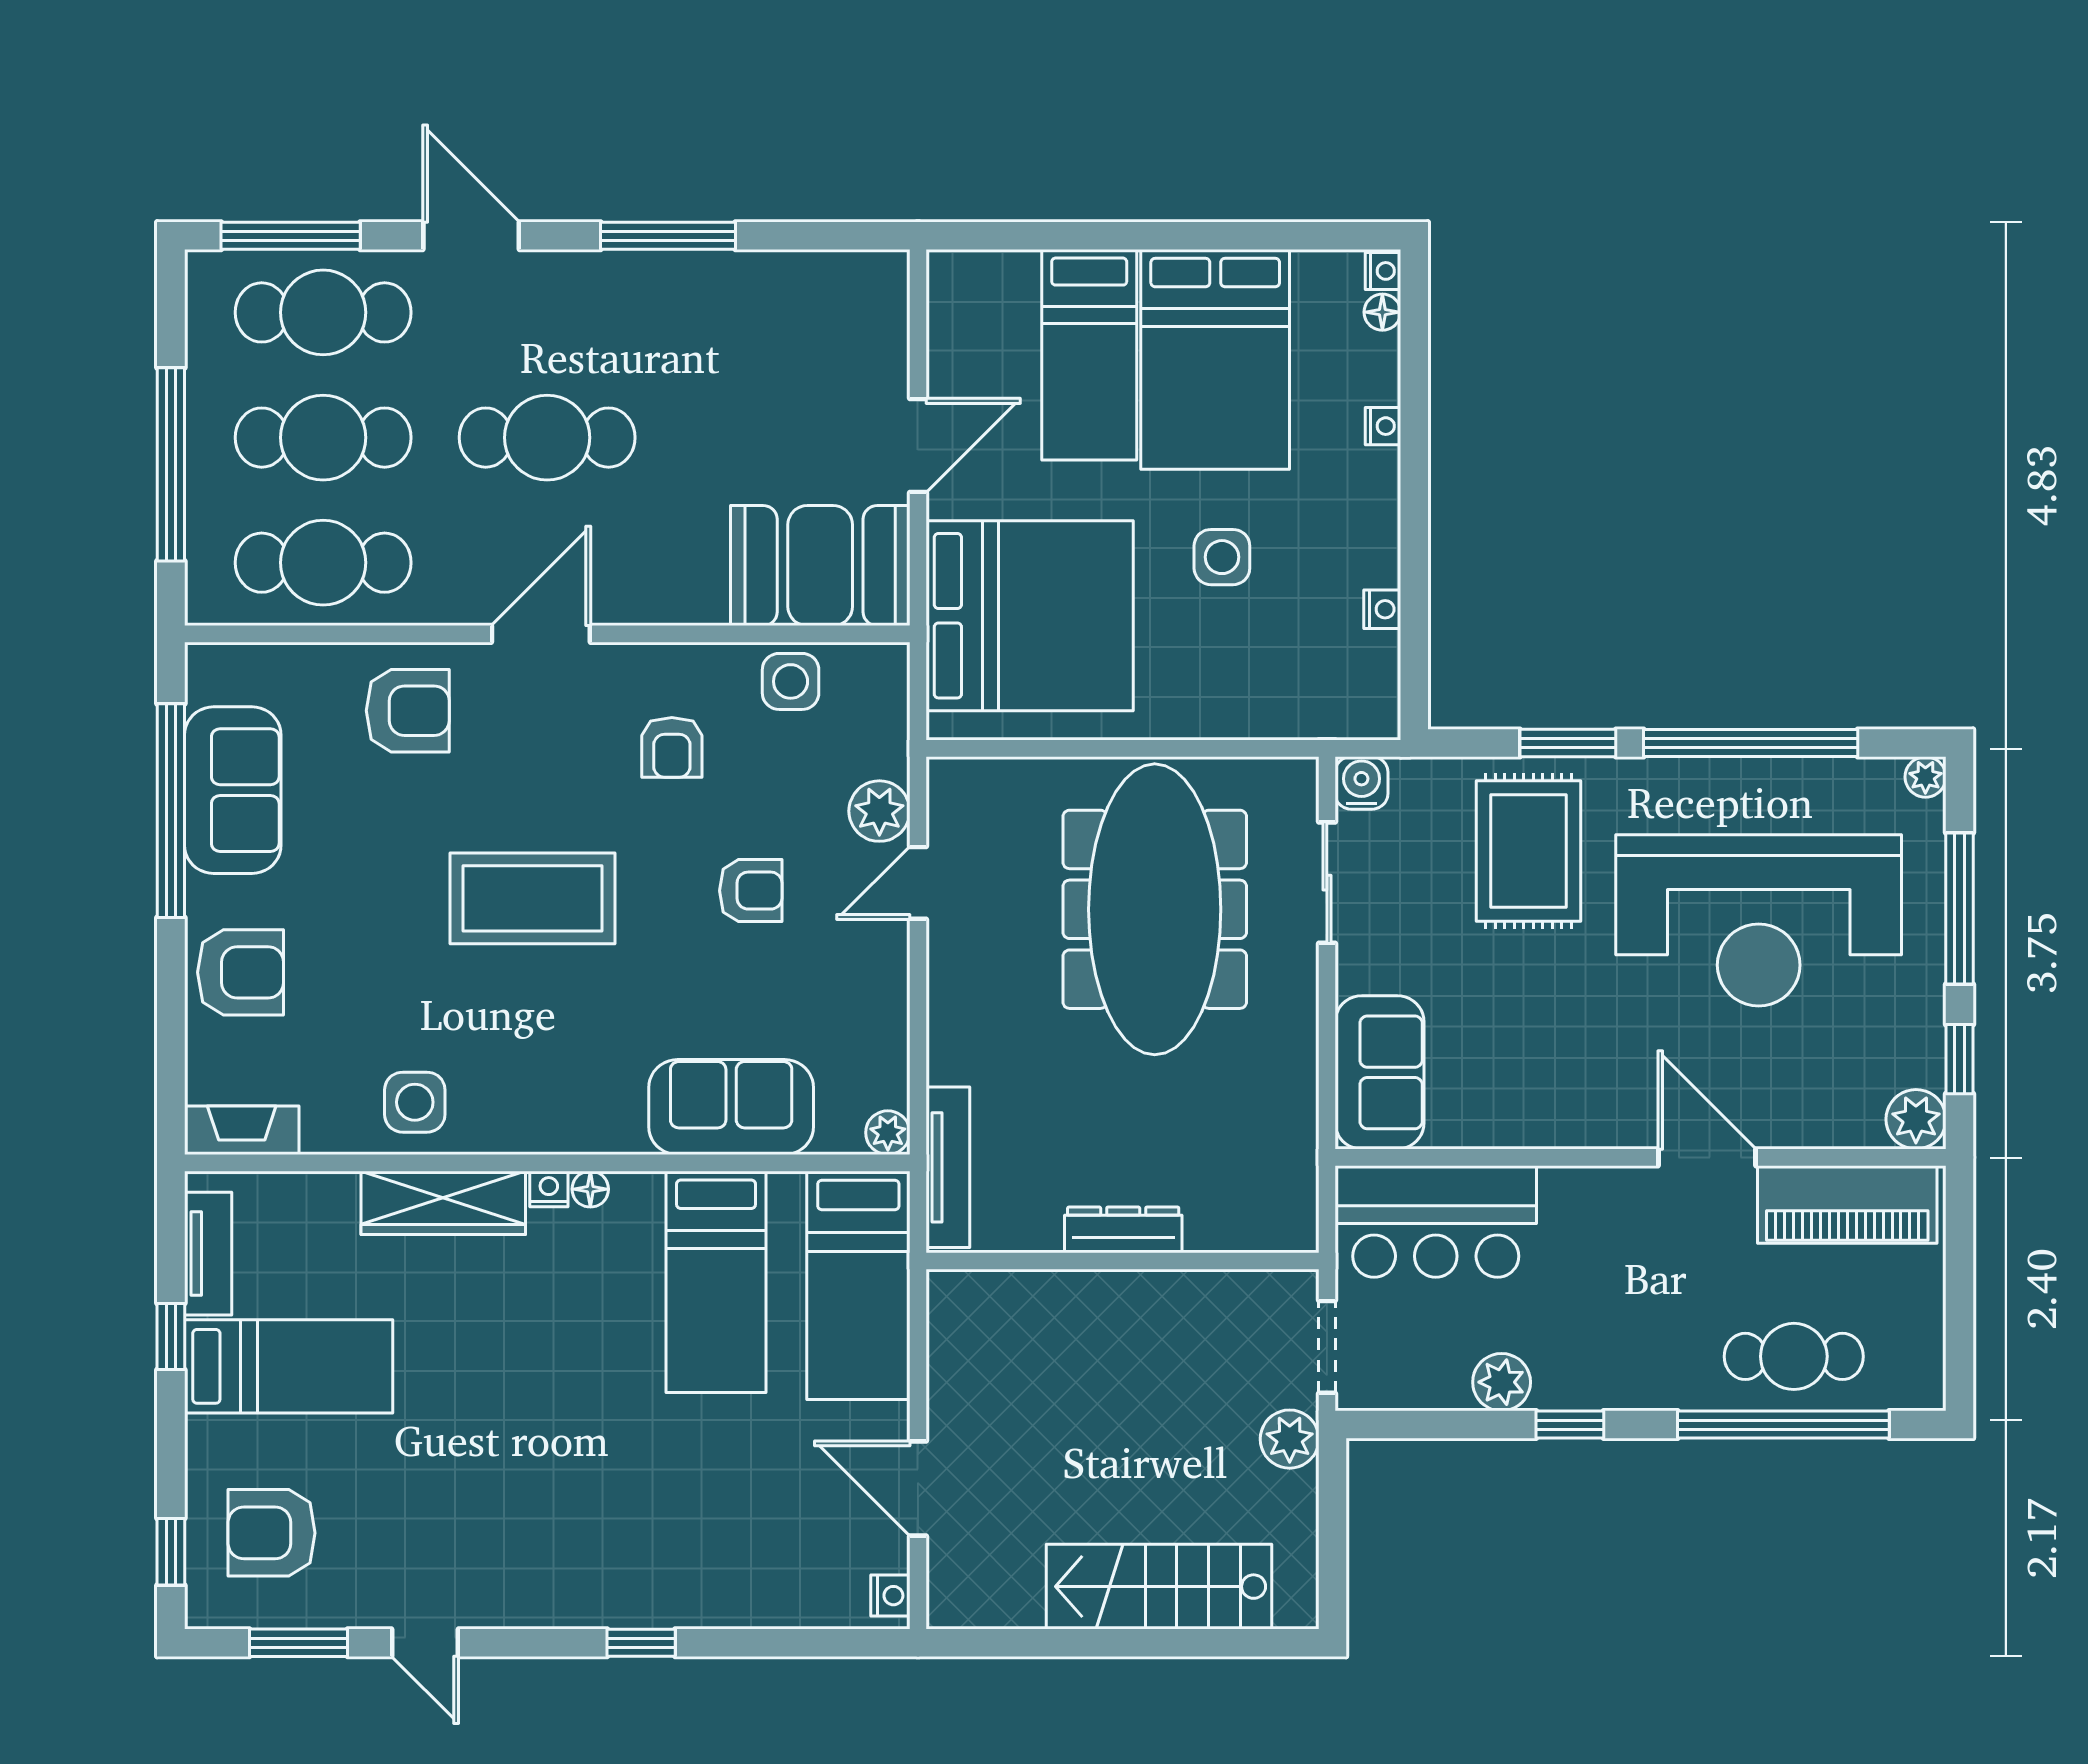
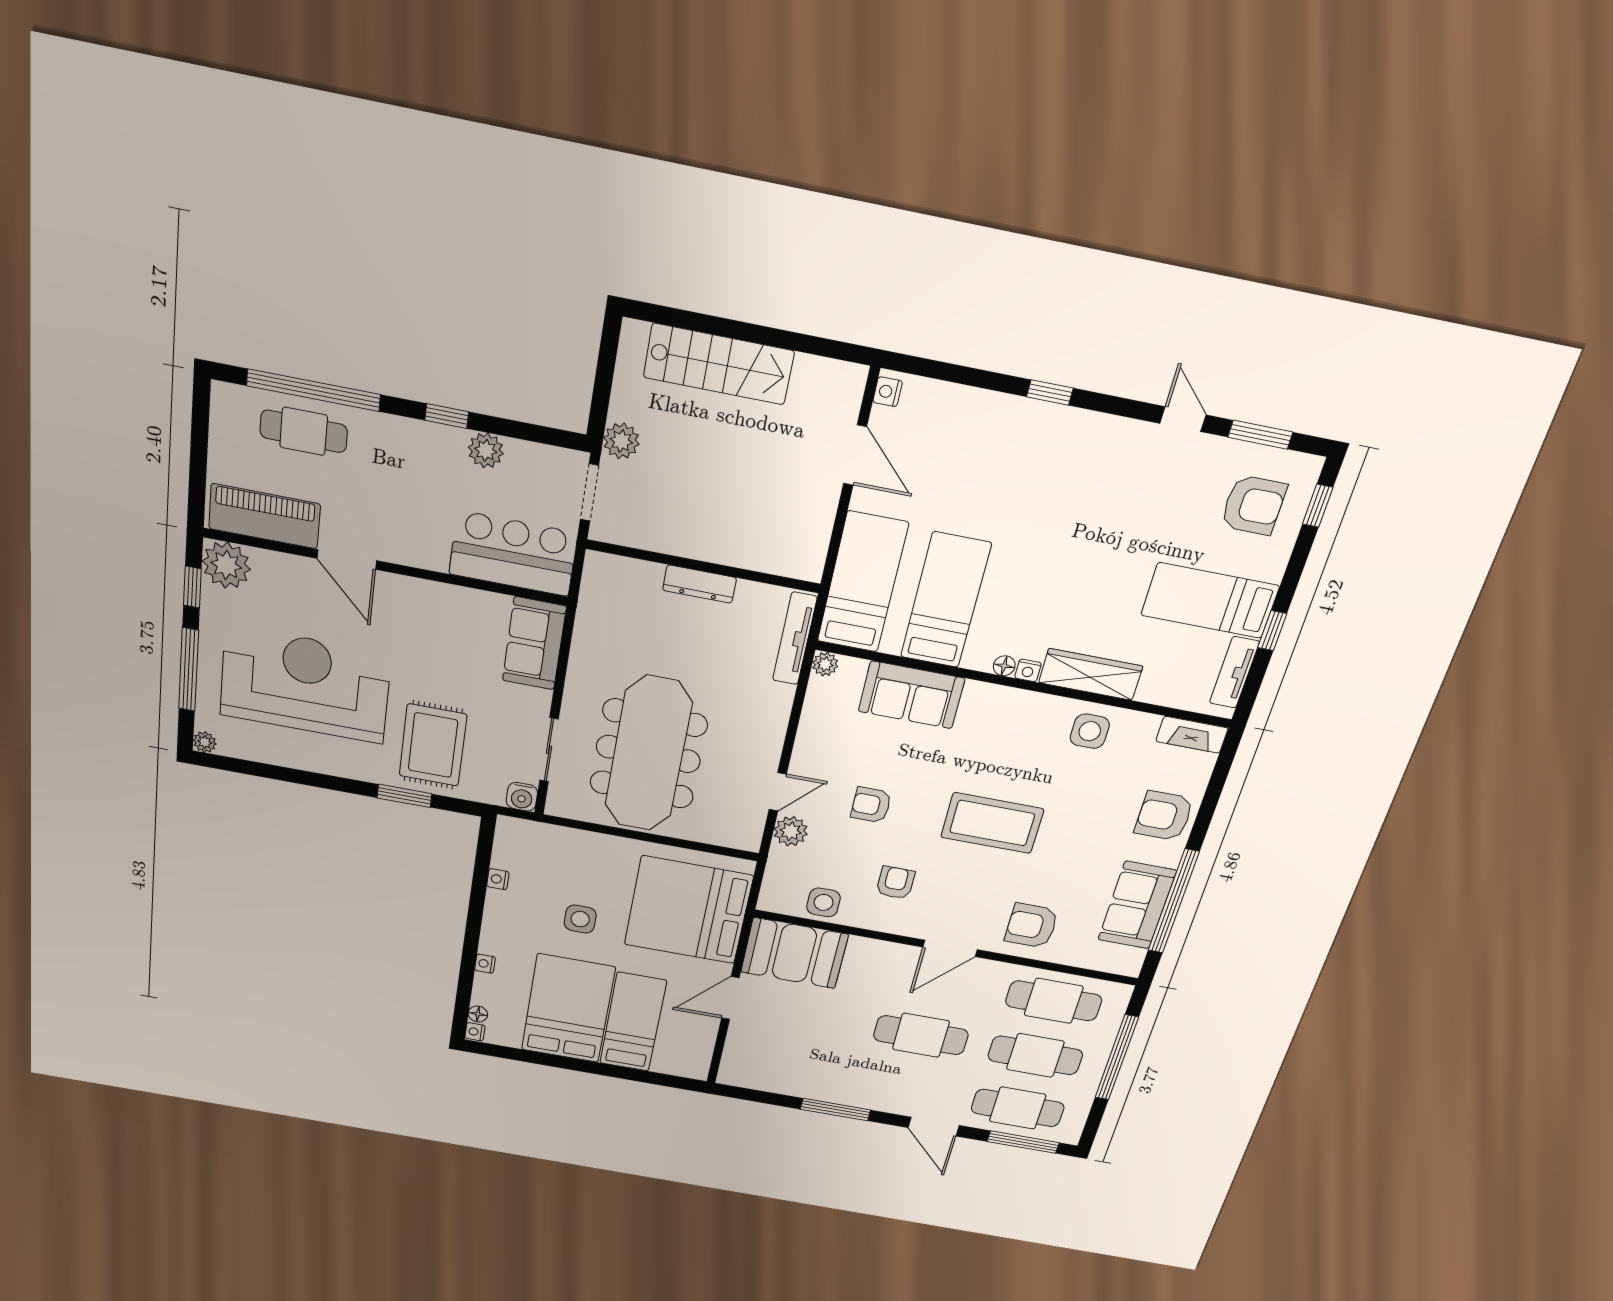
window: (1751, 743) -> (302, 777), removed
plant: (1916, 1119) -> (226, 565), width x1.36, depth x1.36

